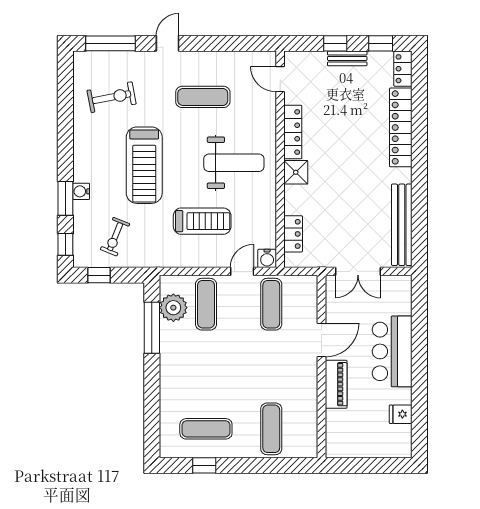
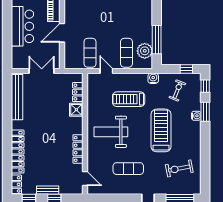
shower: (296, 172) -> (76, 110), moved
water cooler: (267, 258) -> (153, 78), moved
door: (242, 271) -> (106, 71), swing flipped

